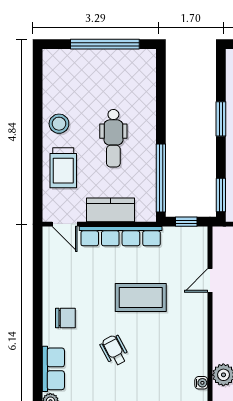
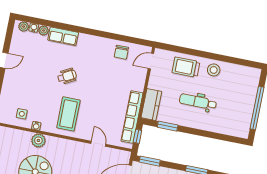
window: (161, 178) -> (168, 126), width x0.47
kitchen counter: (111, 210) -> (151, 105), moved
row of seats: (121, 236) -> (132, 117), moved
coffee table: (141, 298) -> (68, 114), moved
chair: (65, 318) -> (121, 52), moved

